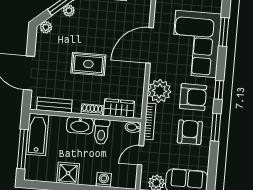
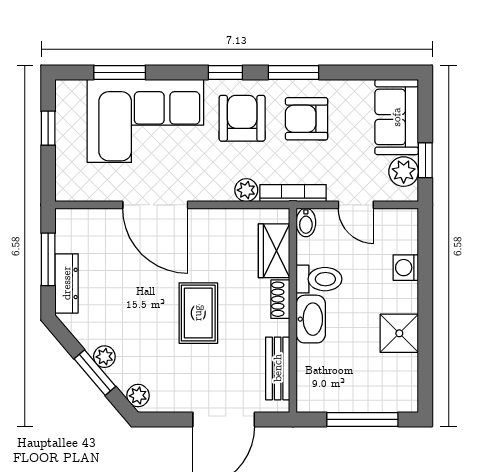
plant: (159, 91) -> (246, 190), width x0.53, depth x0.53
bathtub: (37, 135) -> (334, 395), removed

